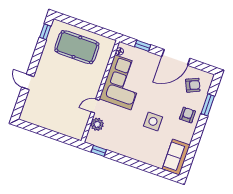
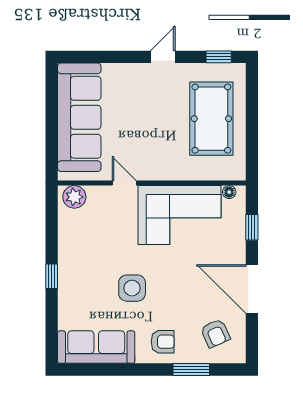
door: (28, 82) -> (163, 57), moved
sofa: (52, 118) -> (79, 117), added
plant: (97, 124) -> (74, 197), moved
window: (99, 151) -> (52, 276), moved
sofa: (176, 157) -> (96, 347), width x1.36

